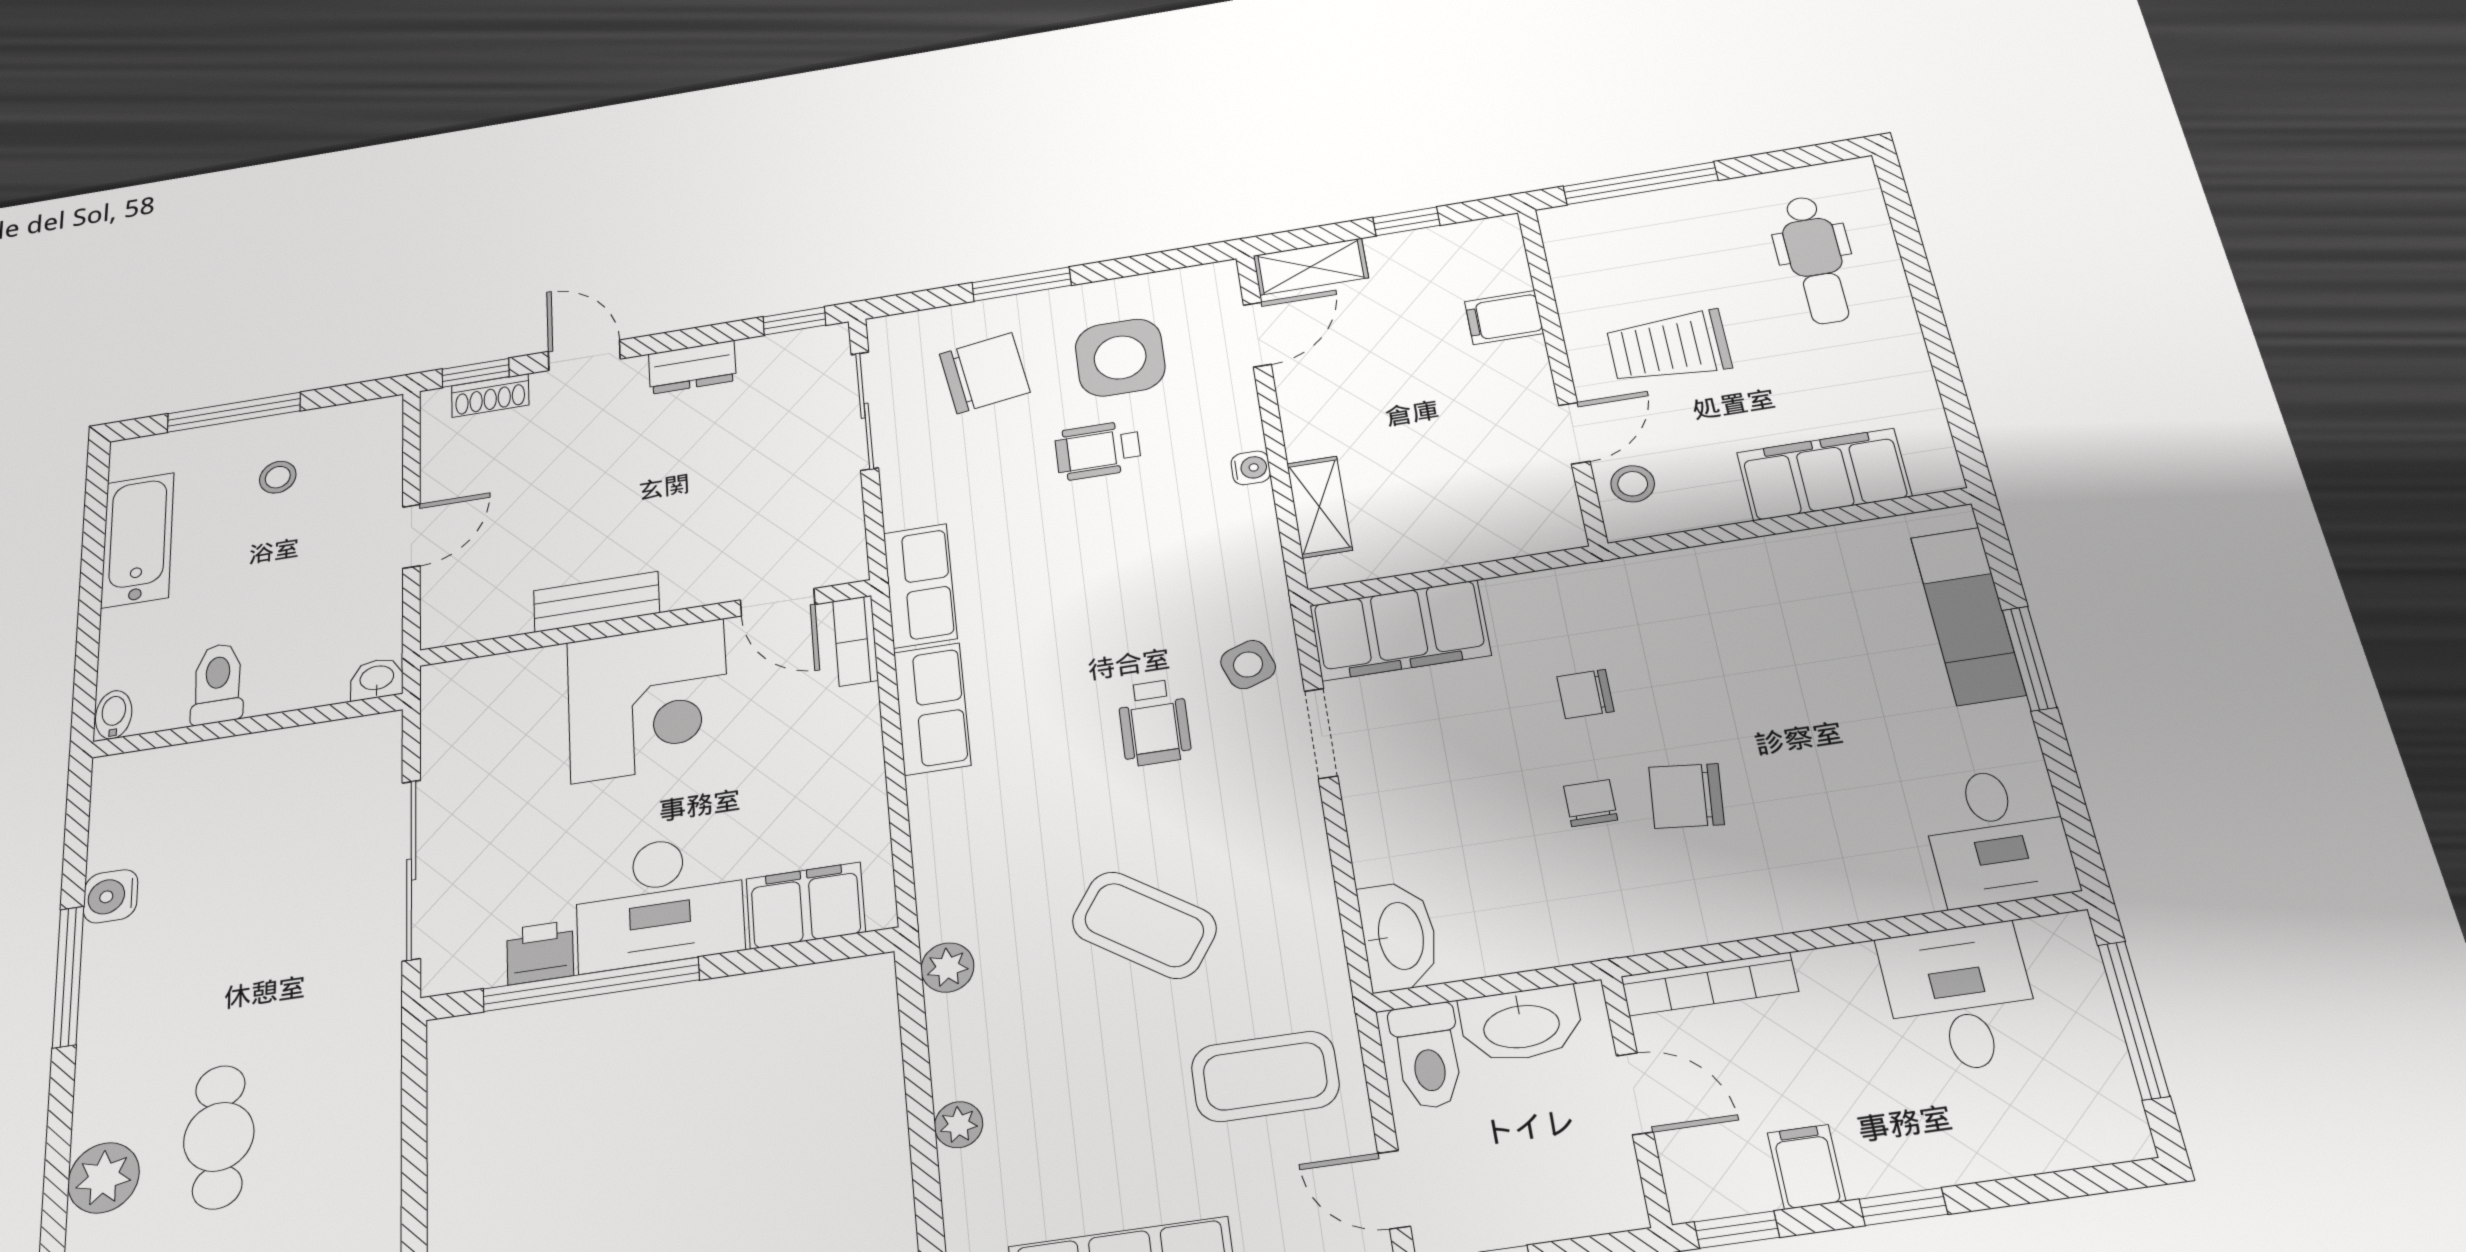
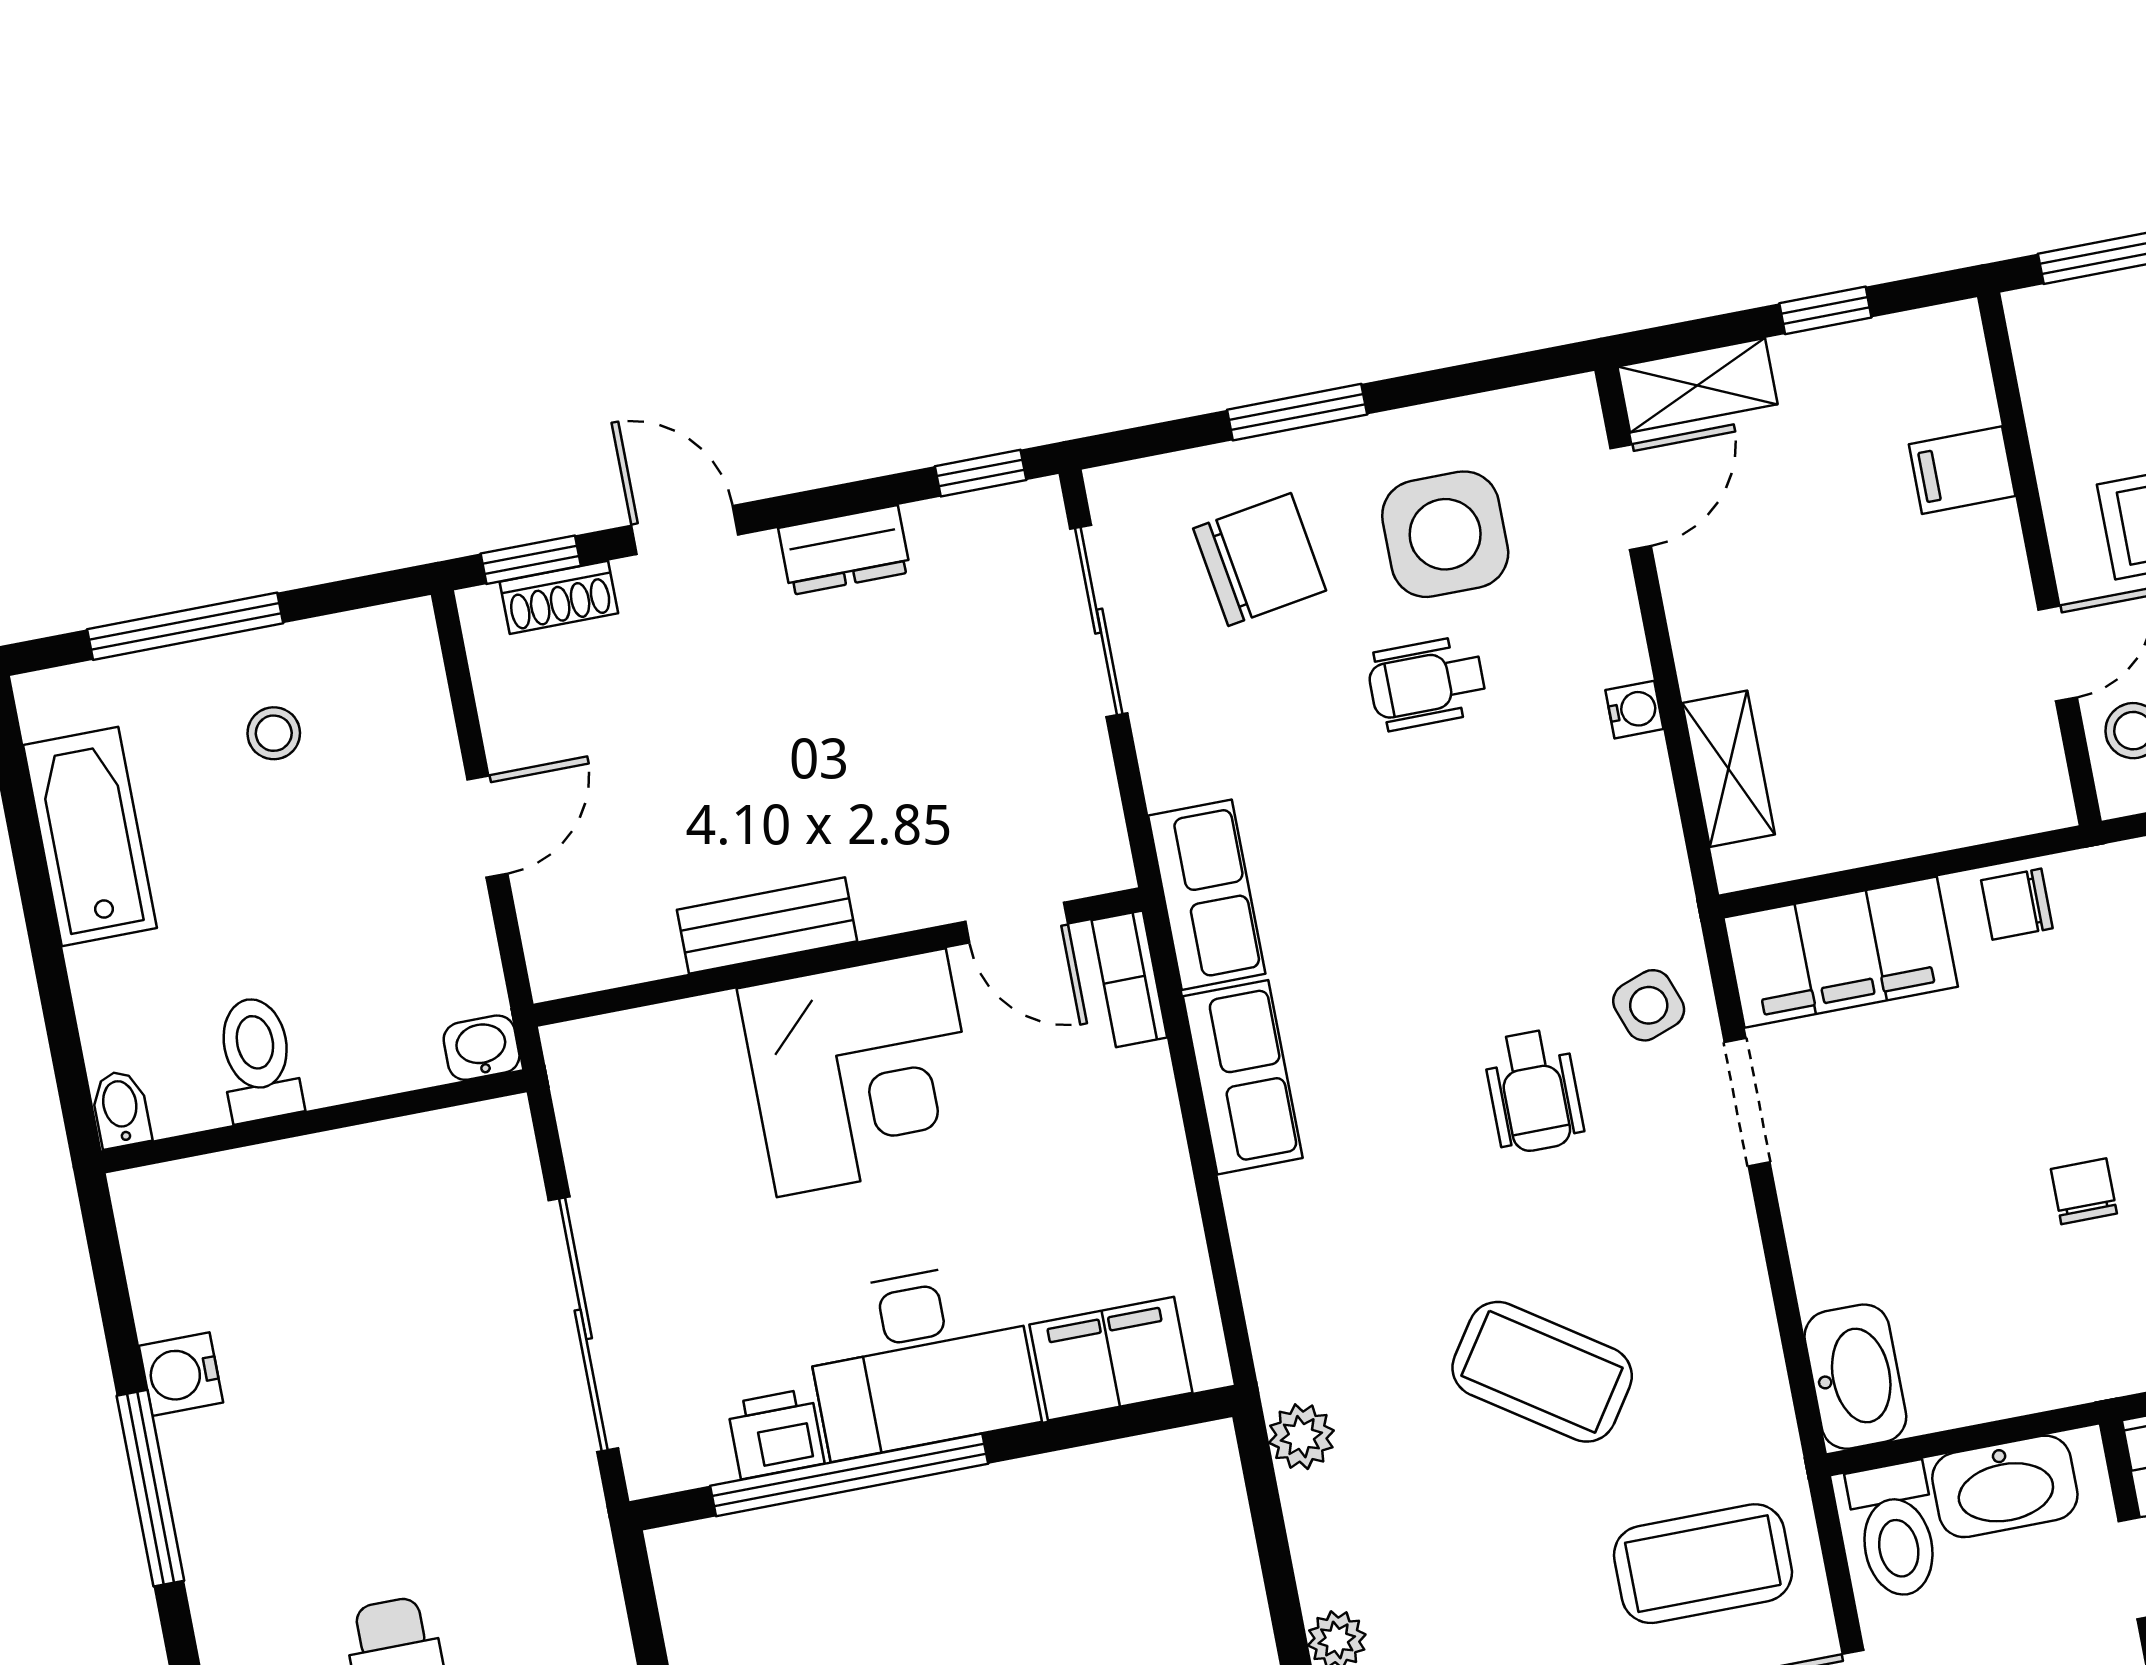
chair: (1585, 694) -> (2017, 904), moved

